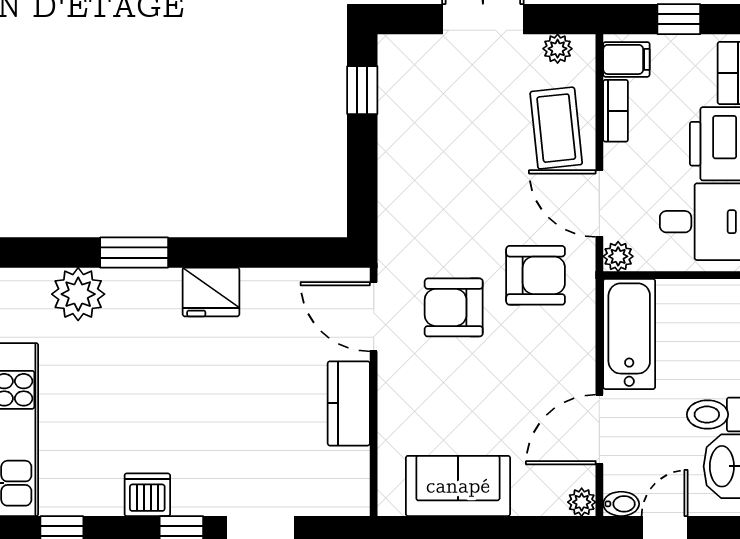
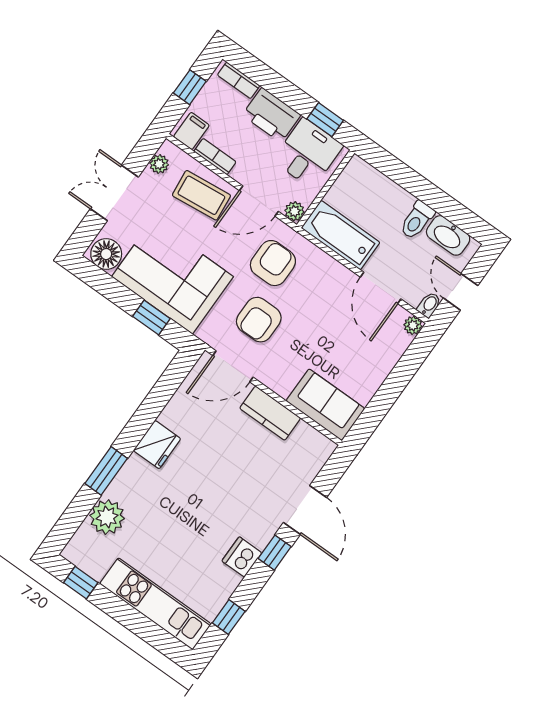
floor lamp: (401, 63) -> (106, 254), added
window: (362, 90) -> (151, 317), moved
corner sofa: (431, 164) -> (173, 277), added
sofa: (458, 486) -> (325, 405), moved, turned 90

